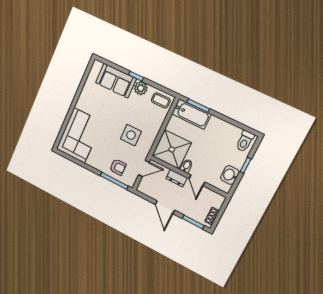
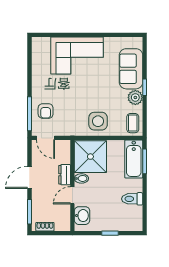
side table: (131, 135) -> (98, 121), moved
corner sofa: (79, 136) -> (77, 55), moved
toilet: (245, 141) -> (132, 199), moved
door: (144, 168) -> (46, 138), moved
washbasin: (230, 175) -> (82, 216), moved, turned 90

